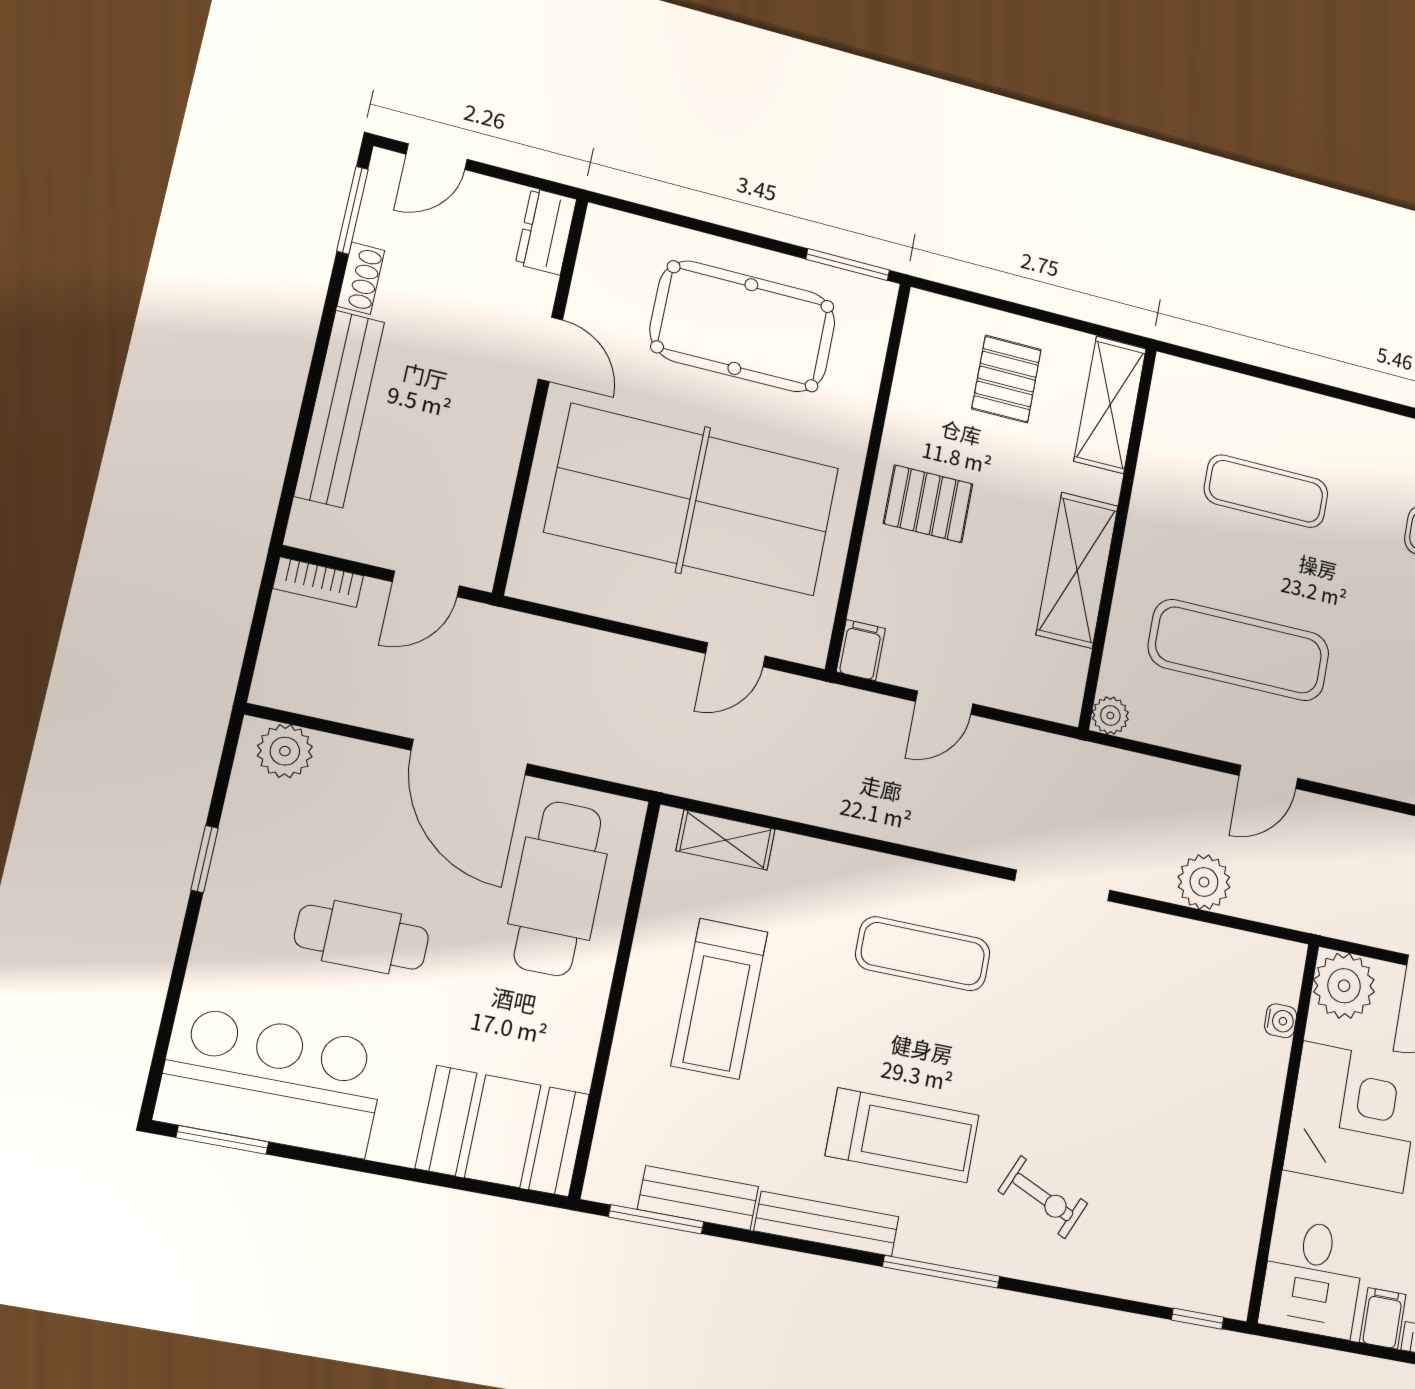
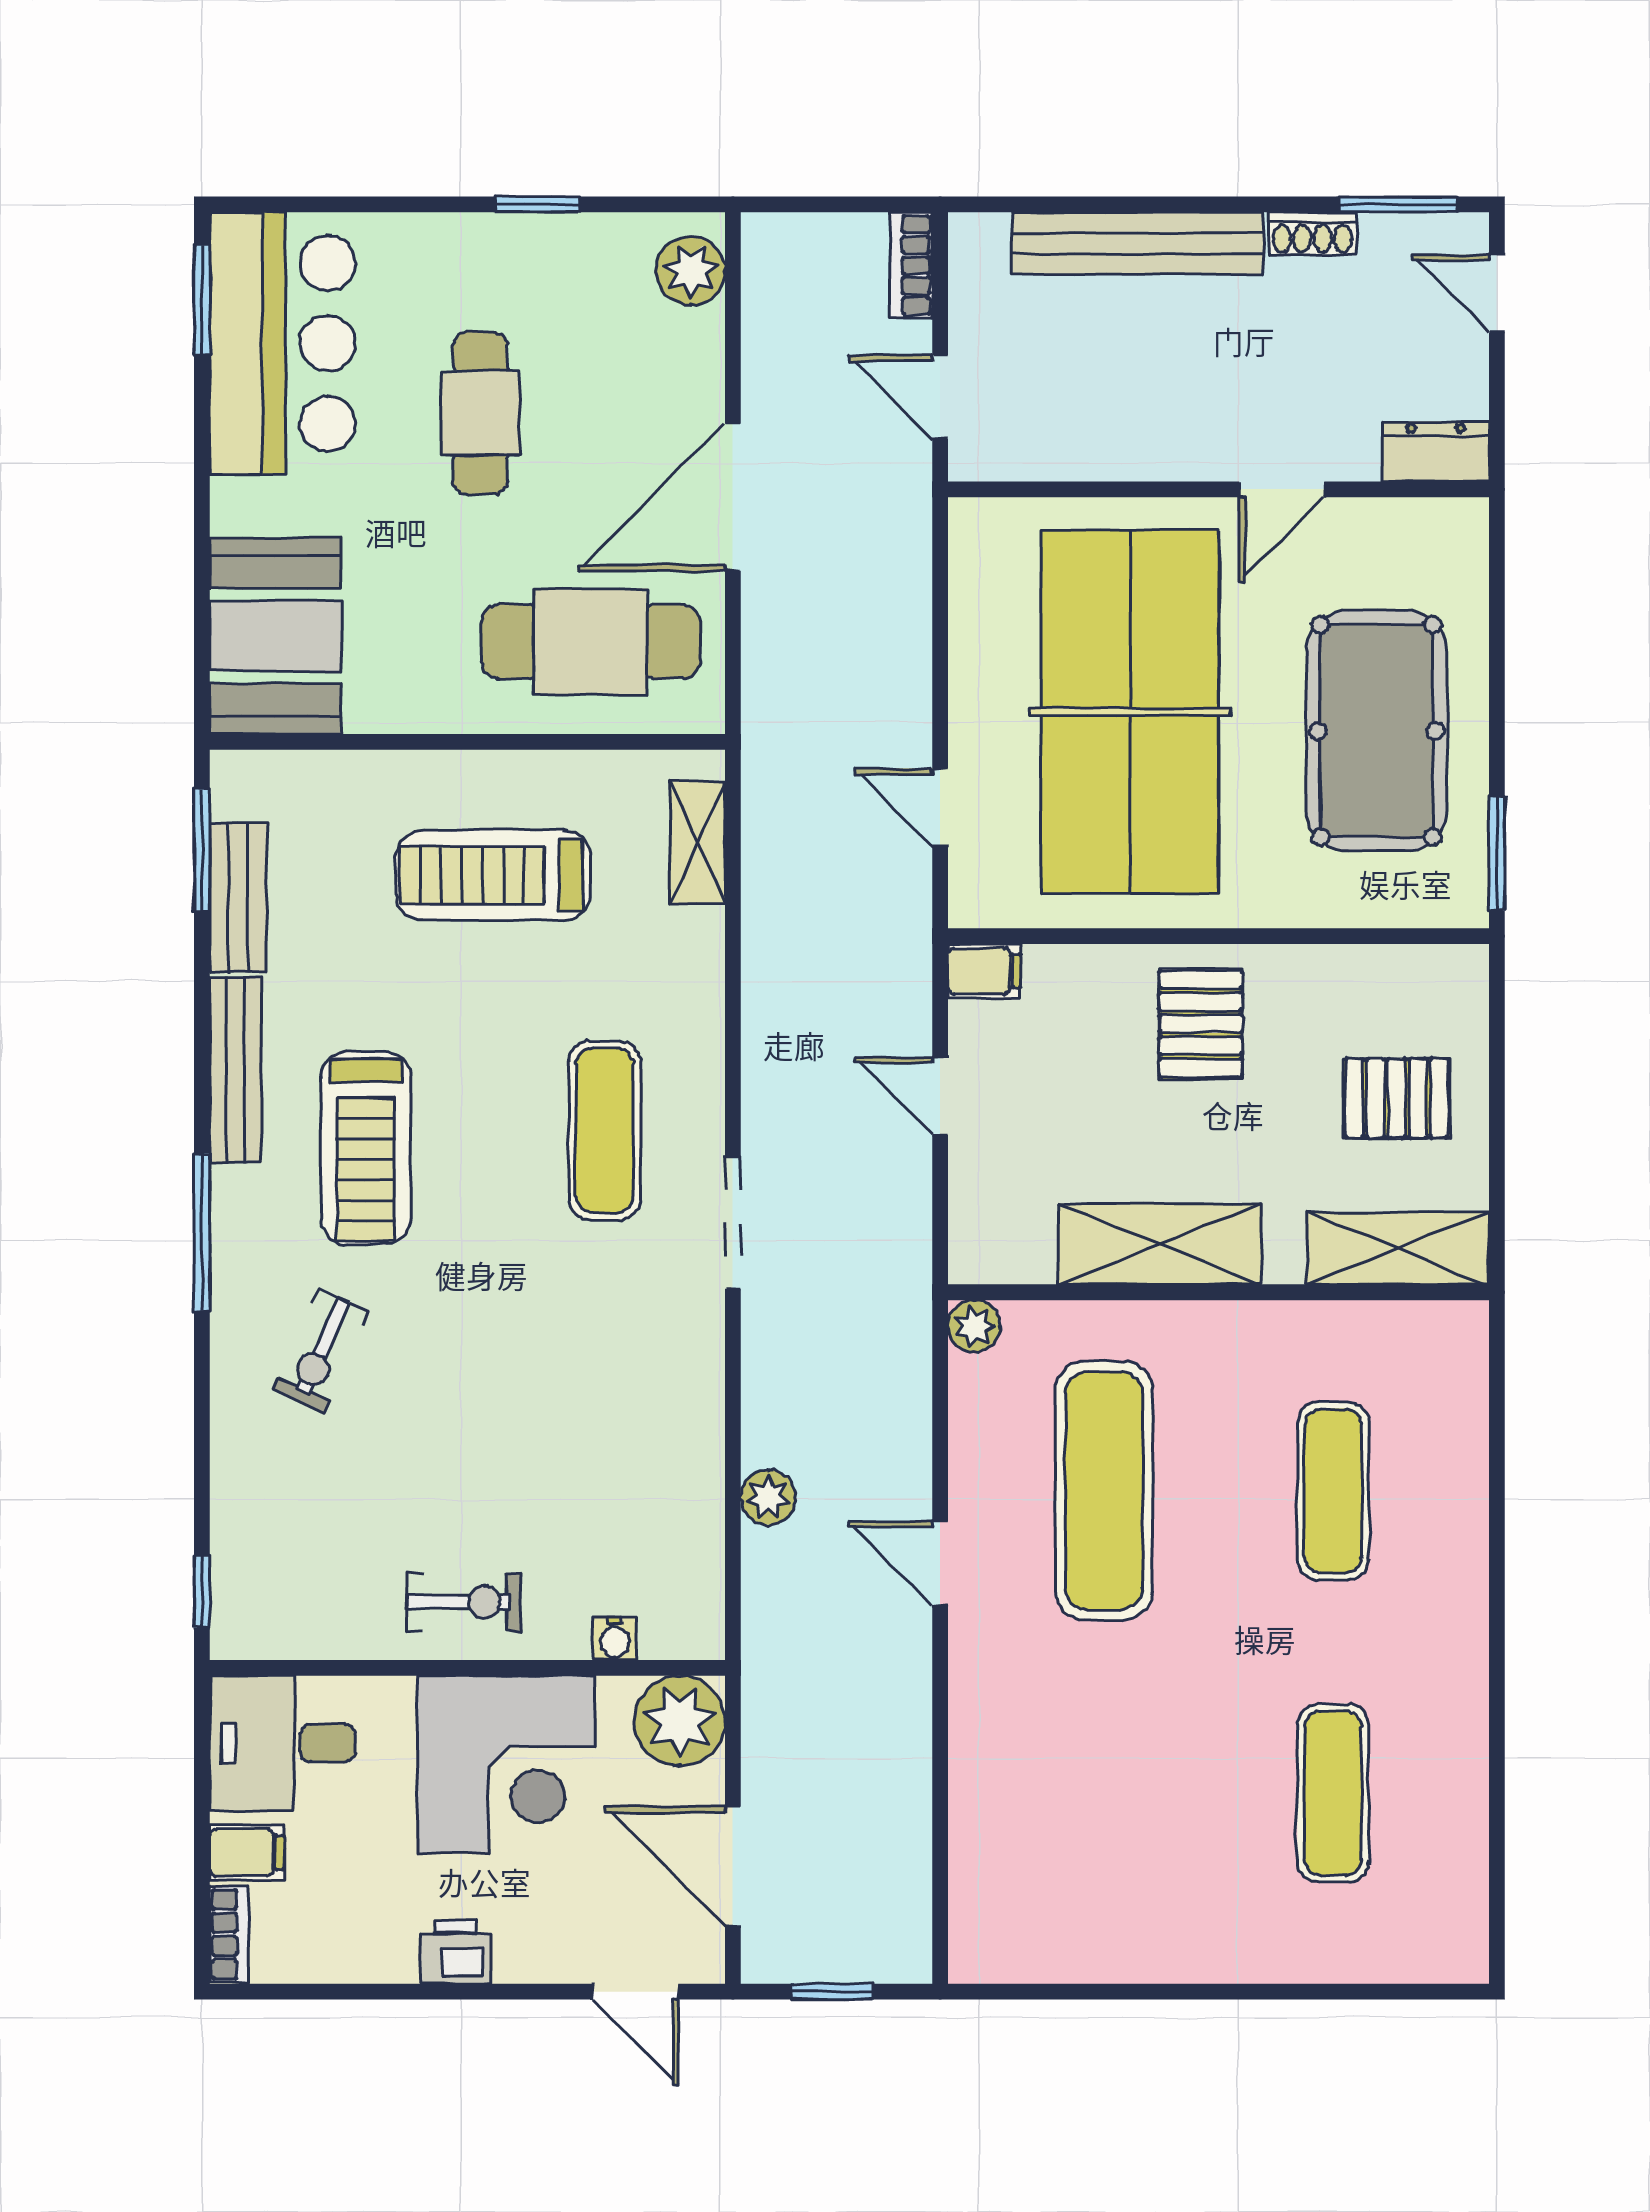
plant: (1204, 882) -> (768, 1497), width x0.73, depth x0.73
doorway: (1062, 885) -> (733, 1223), moved
exercise bike: (1237, 1126) -> (464, 1602), added

